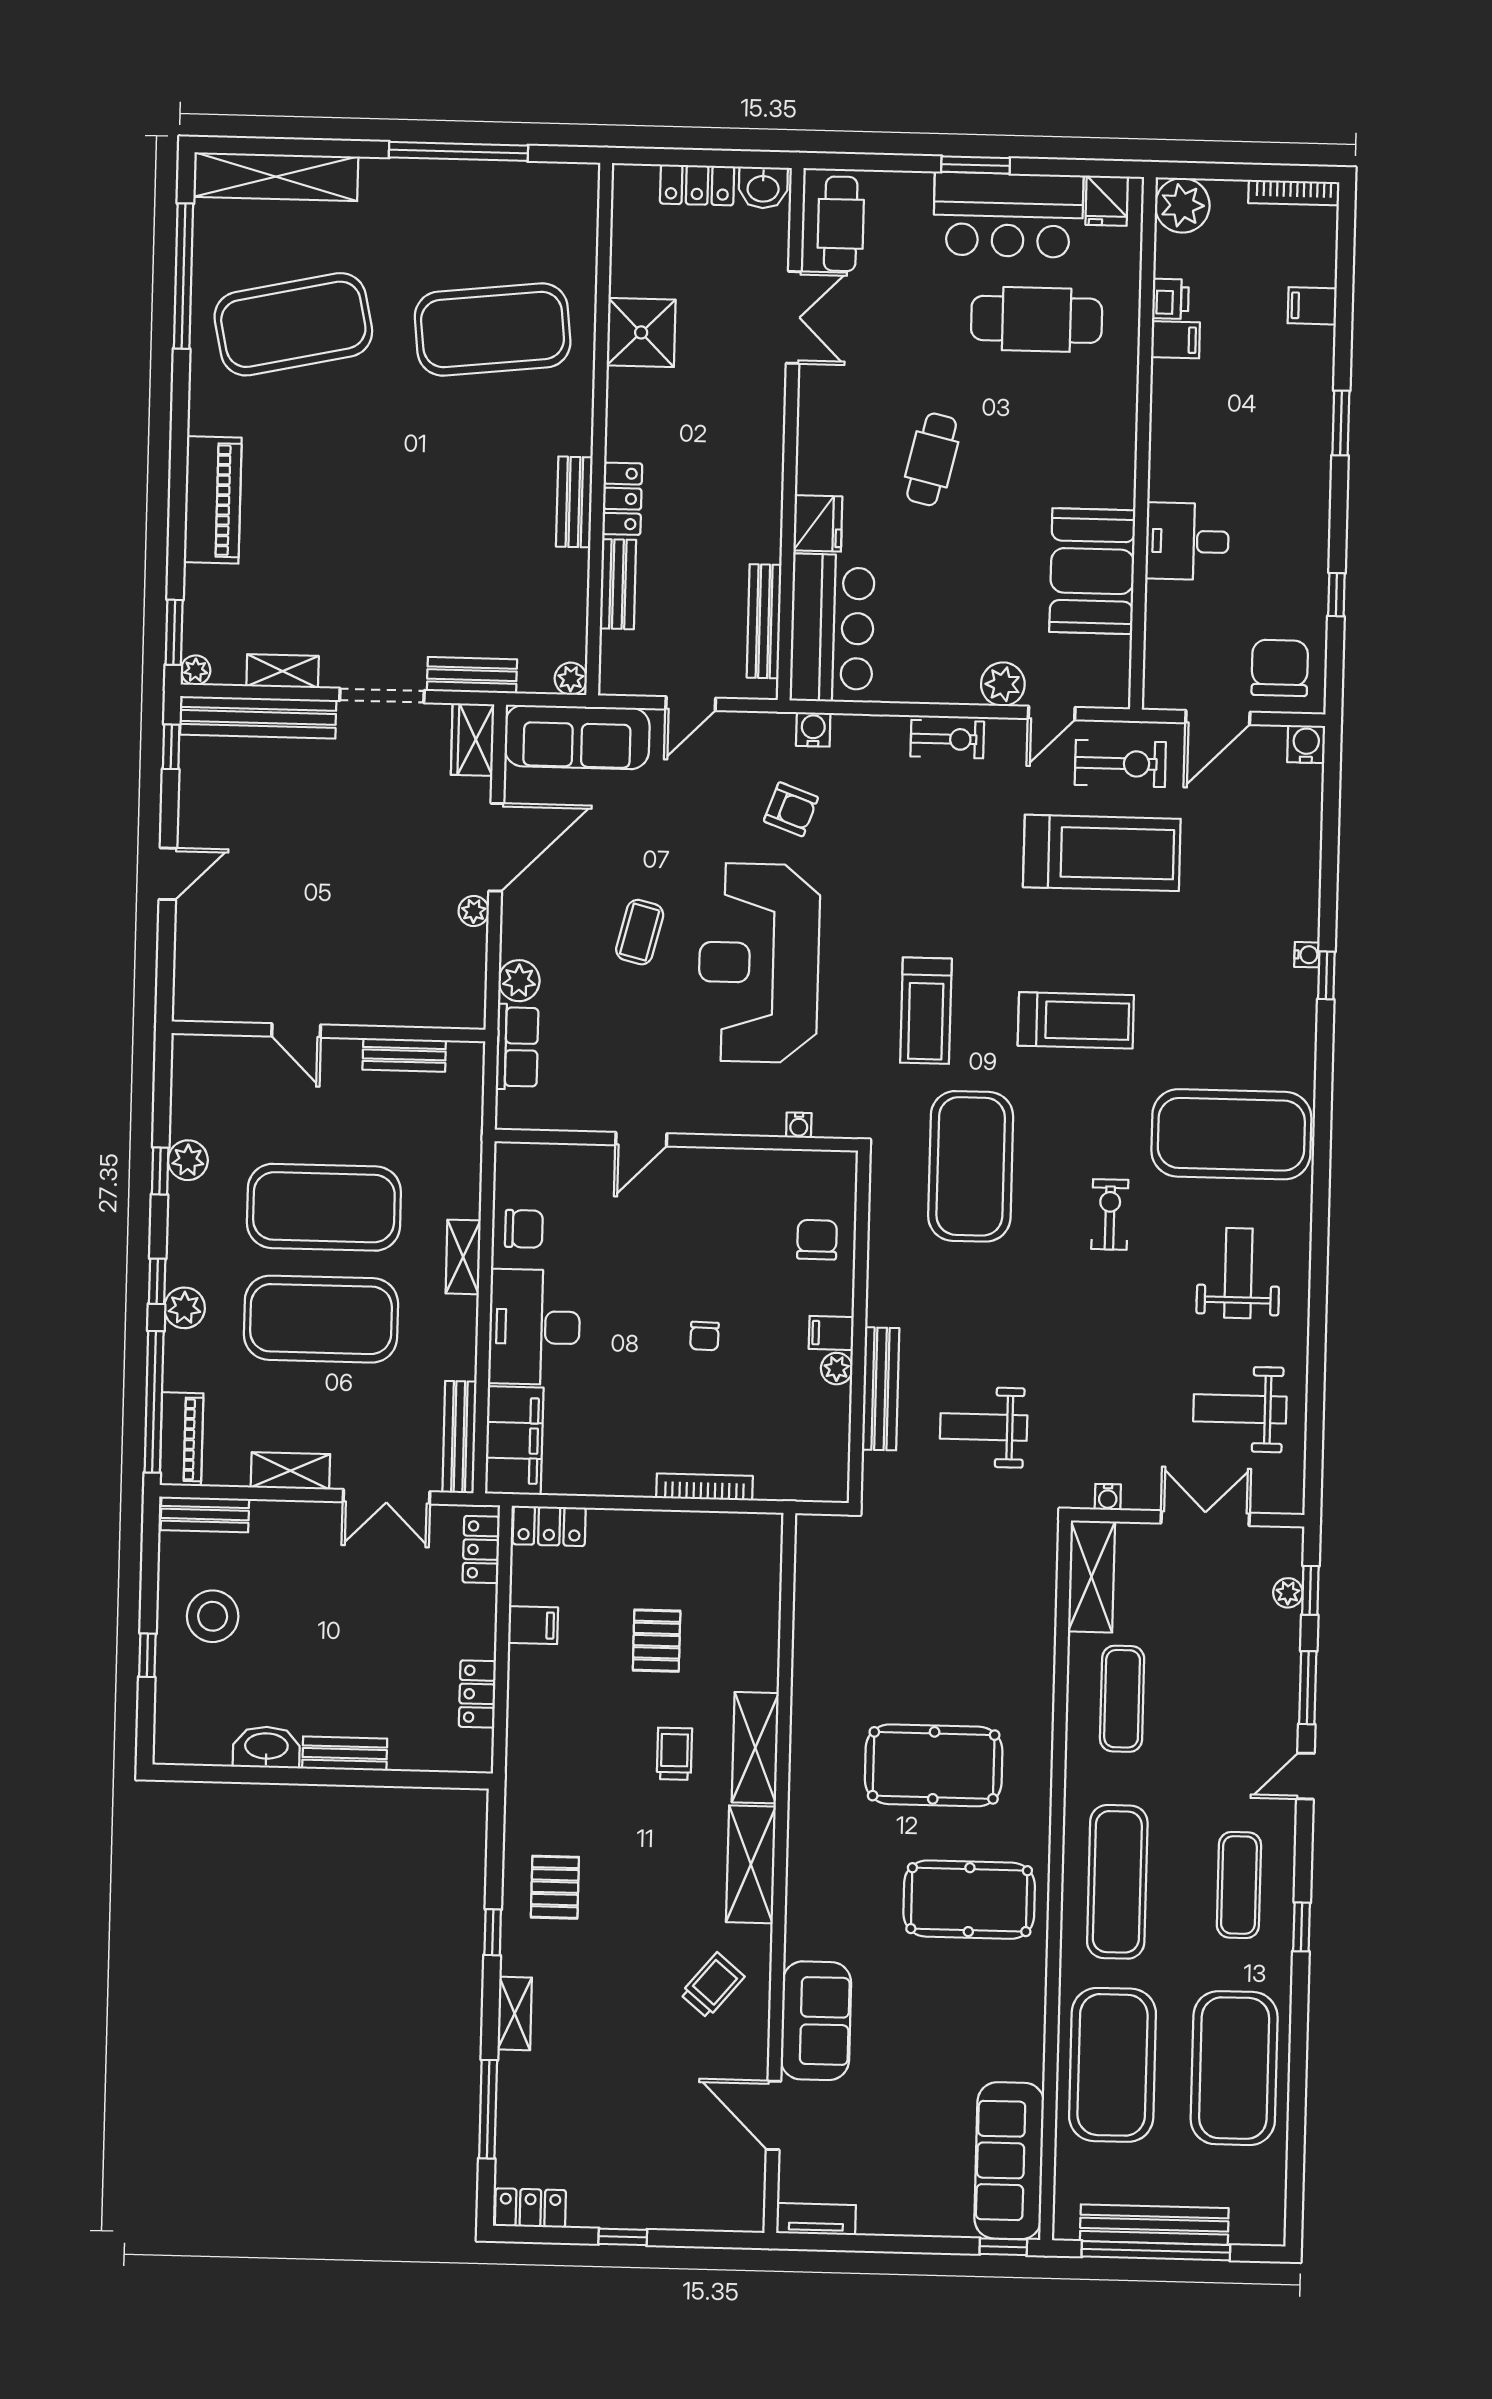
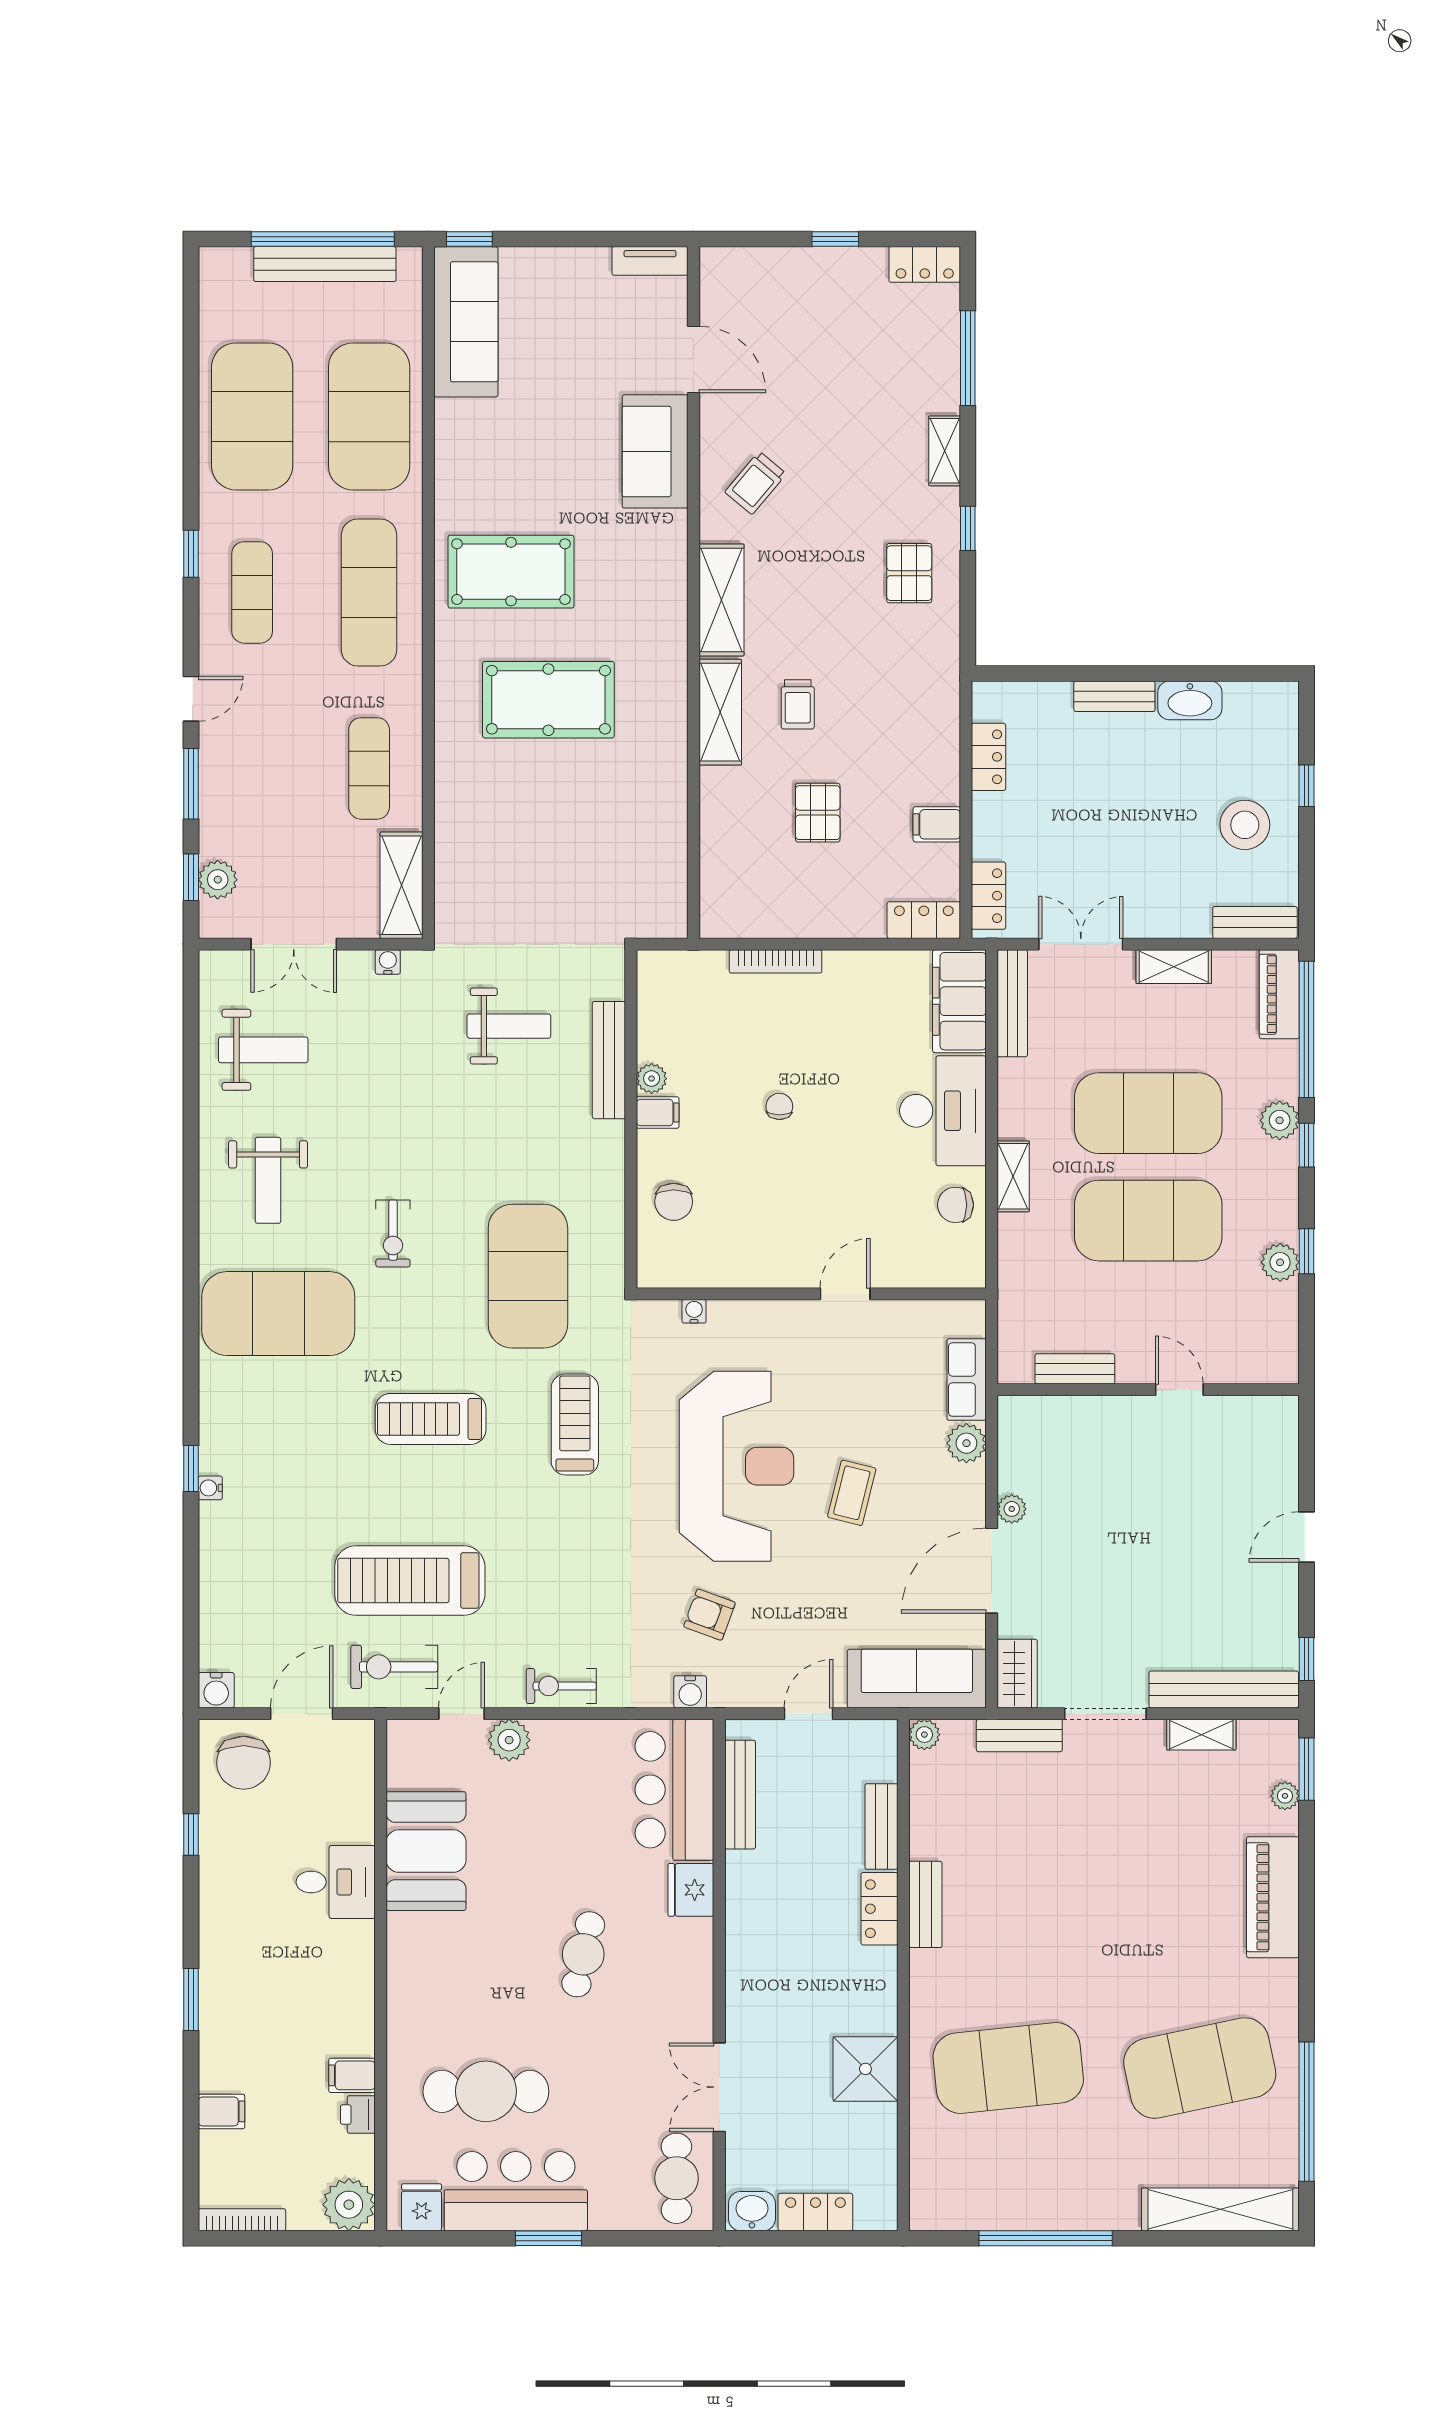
plant: (196, 670) -> (1285, 1796), moved
plant: (1288, 1593) -> (218, 880), width x1.38, depth x1.38

